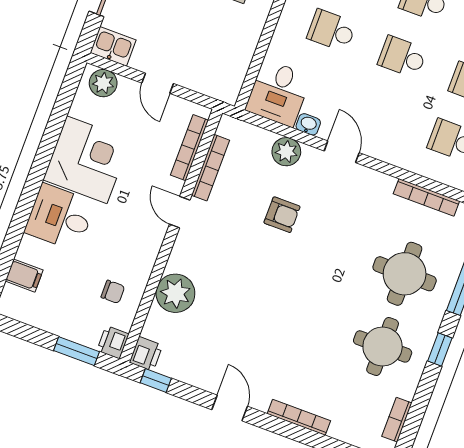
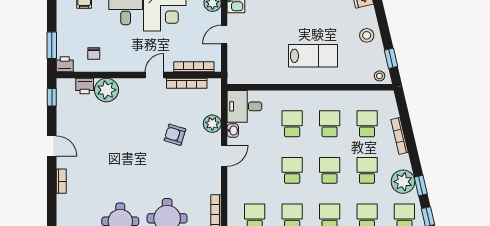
armchair: (282, 215) -> (175, 135), turned 107
printer: (146, 354) -> (85, 86), moved
door: (230, 408) -> (52, 146), hinge flipped
bookcase: (299, 417) -> (61, 181), width x0.64

